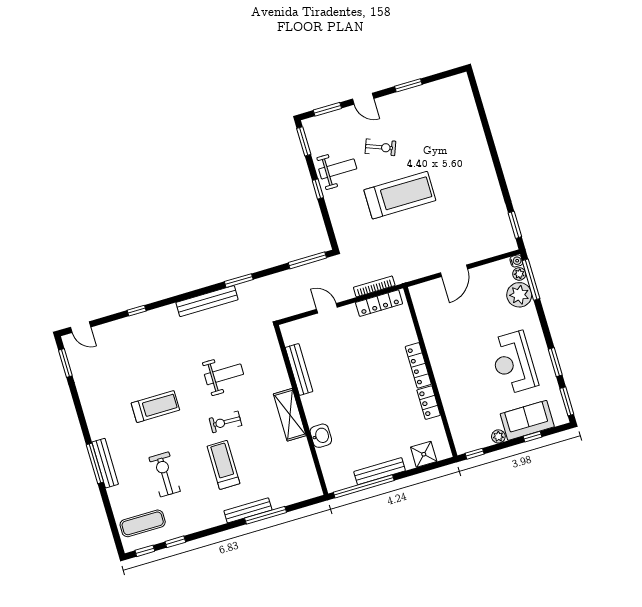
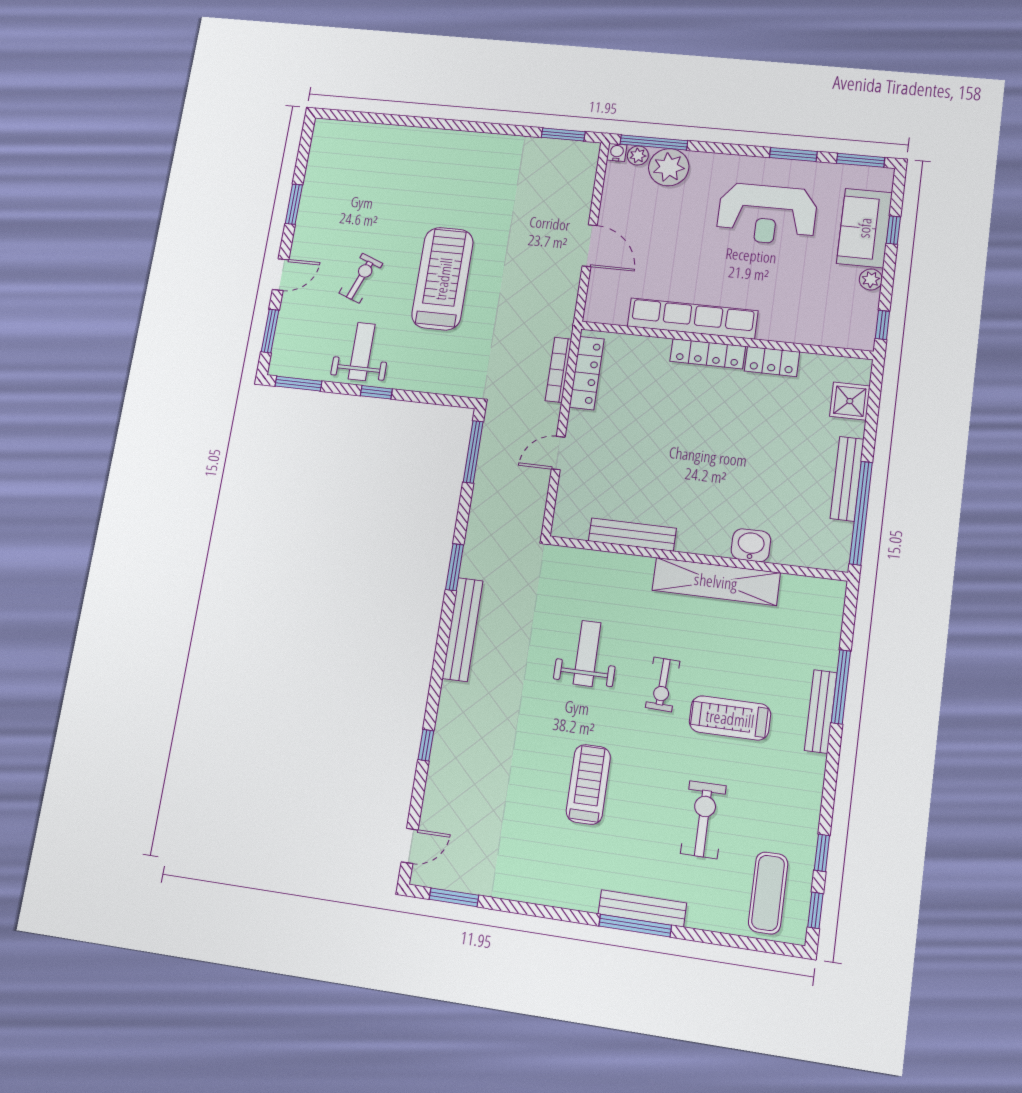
row of seats: (435, 348) -> (693, 318), added
shelving: (290, 415) -> (716, 581), width x1.47
exercise bike: (165, 474) -> (703, 820), turned 90

